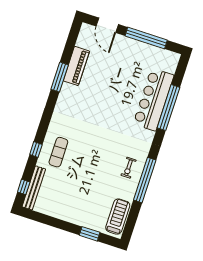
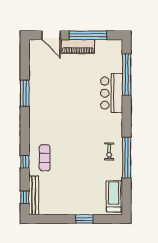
piano: (76, 66) -> (78, 47), moved, turned 90
bar counter: (154, 100) -> (112, 93), width x0.73
window: (168, 108) -> (127, 74), moved
window: (90, 234) -> (84, 219), moved

